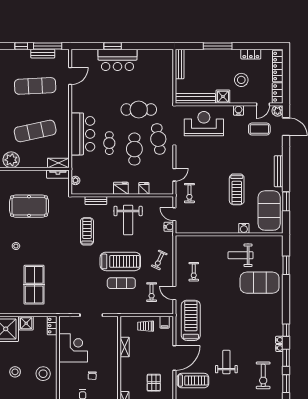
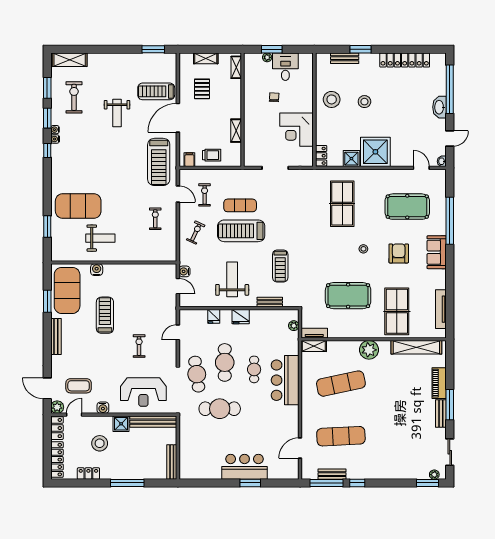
exercise bike: (189, 193) -> (139, 346), moved

